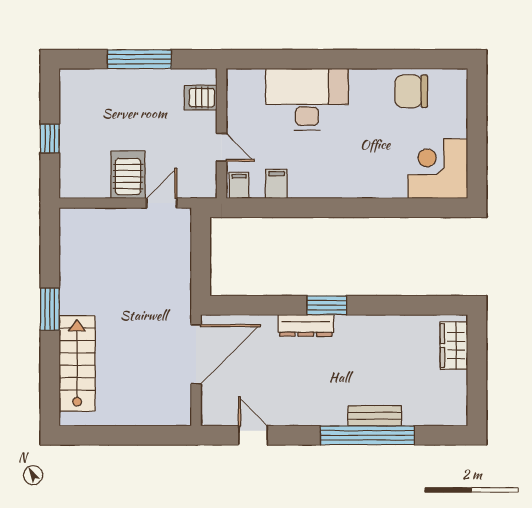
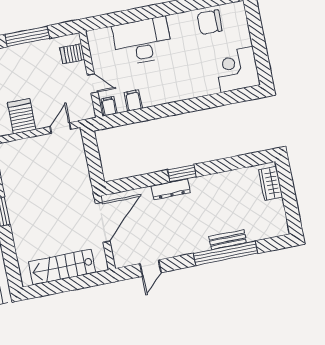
server rack: (128, 175) -> (22, 116), moved
stairs: (77, 363) -> (62, 267), moved, turned -90
door: (253, 435) -> (151, 268), swing flipped

